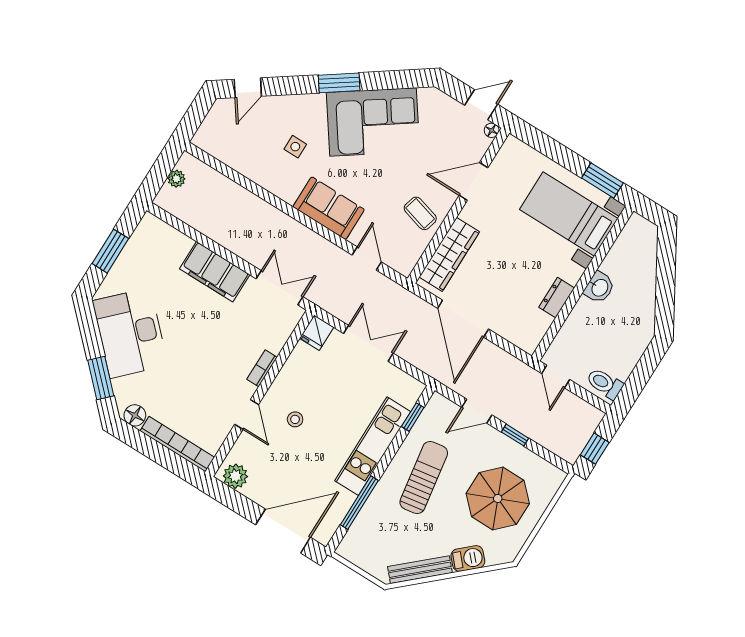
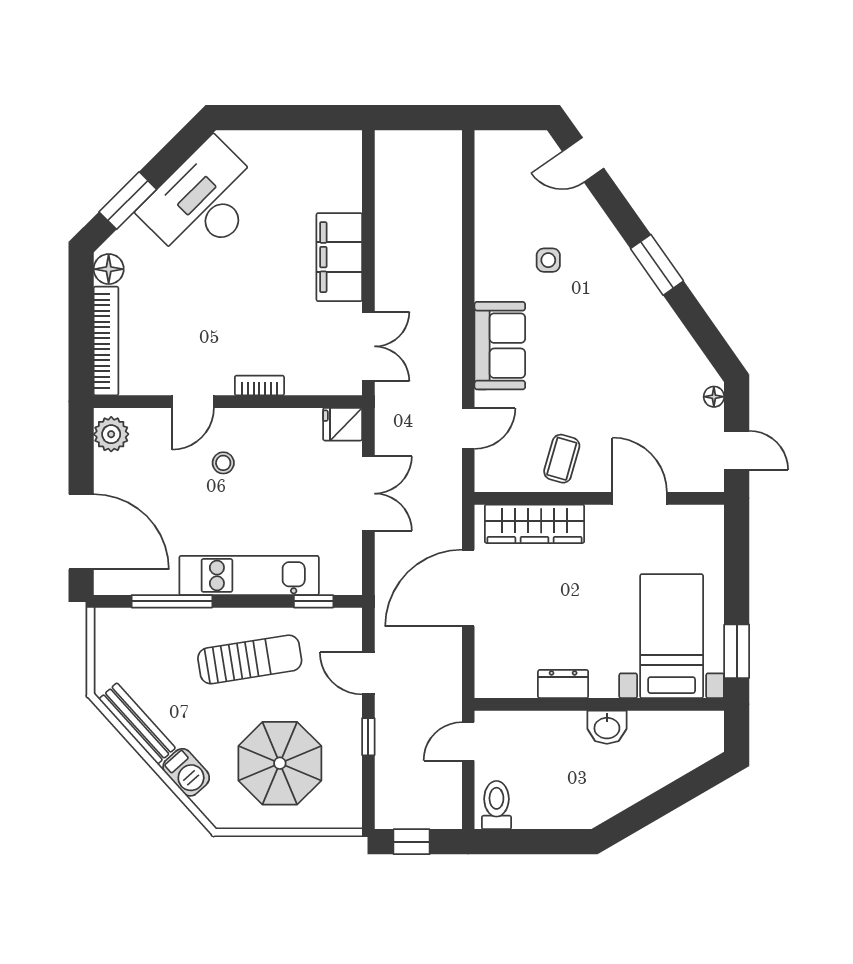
corner sofa: (373, 122) -> (636, 334), removed
floor lamp: (492, 130) -> (714, 397), moved
plant: (176, 179) -> (422, 142), removed
window: (110, 251) -> (286, 118), removed

